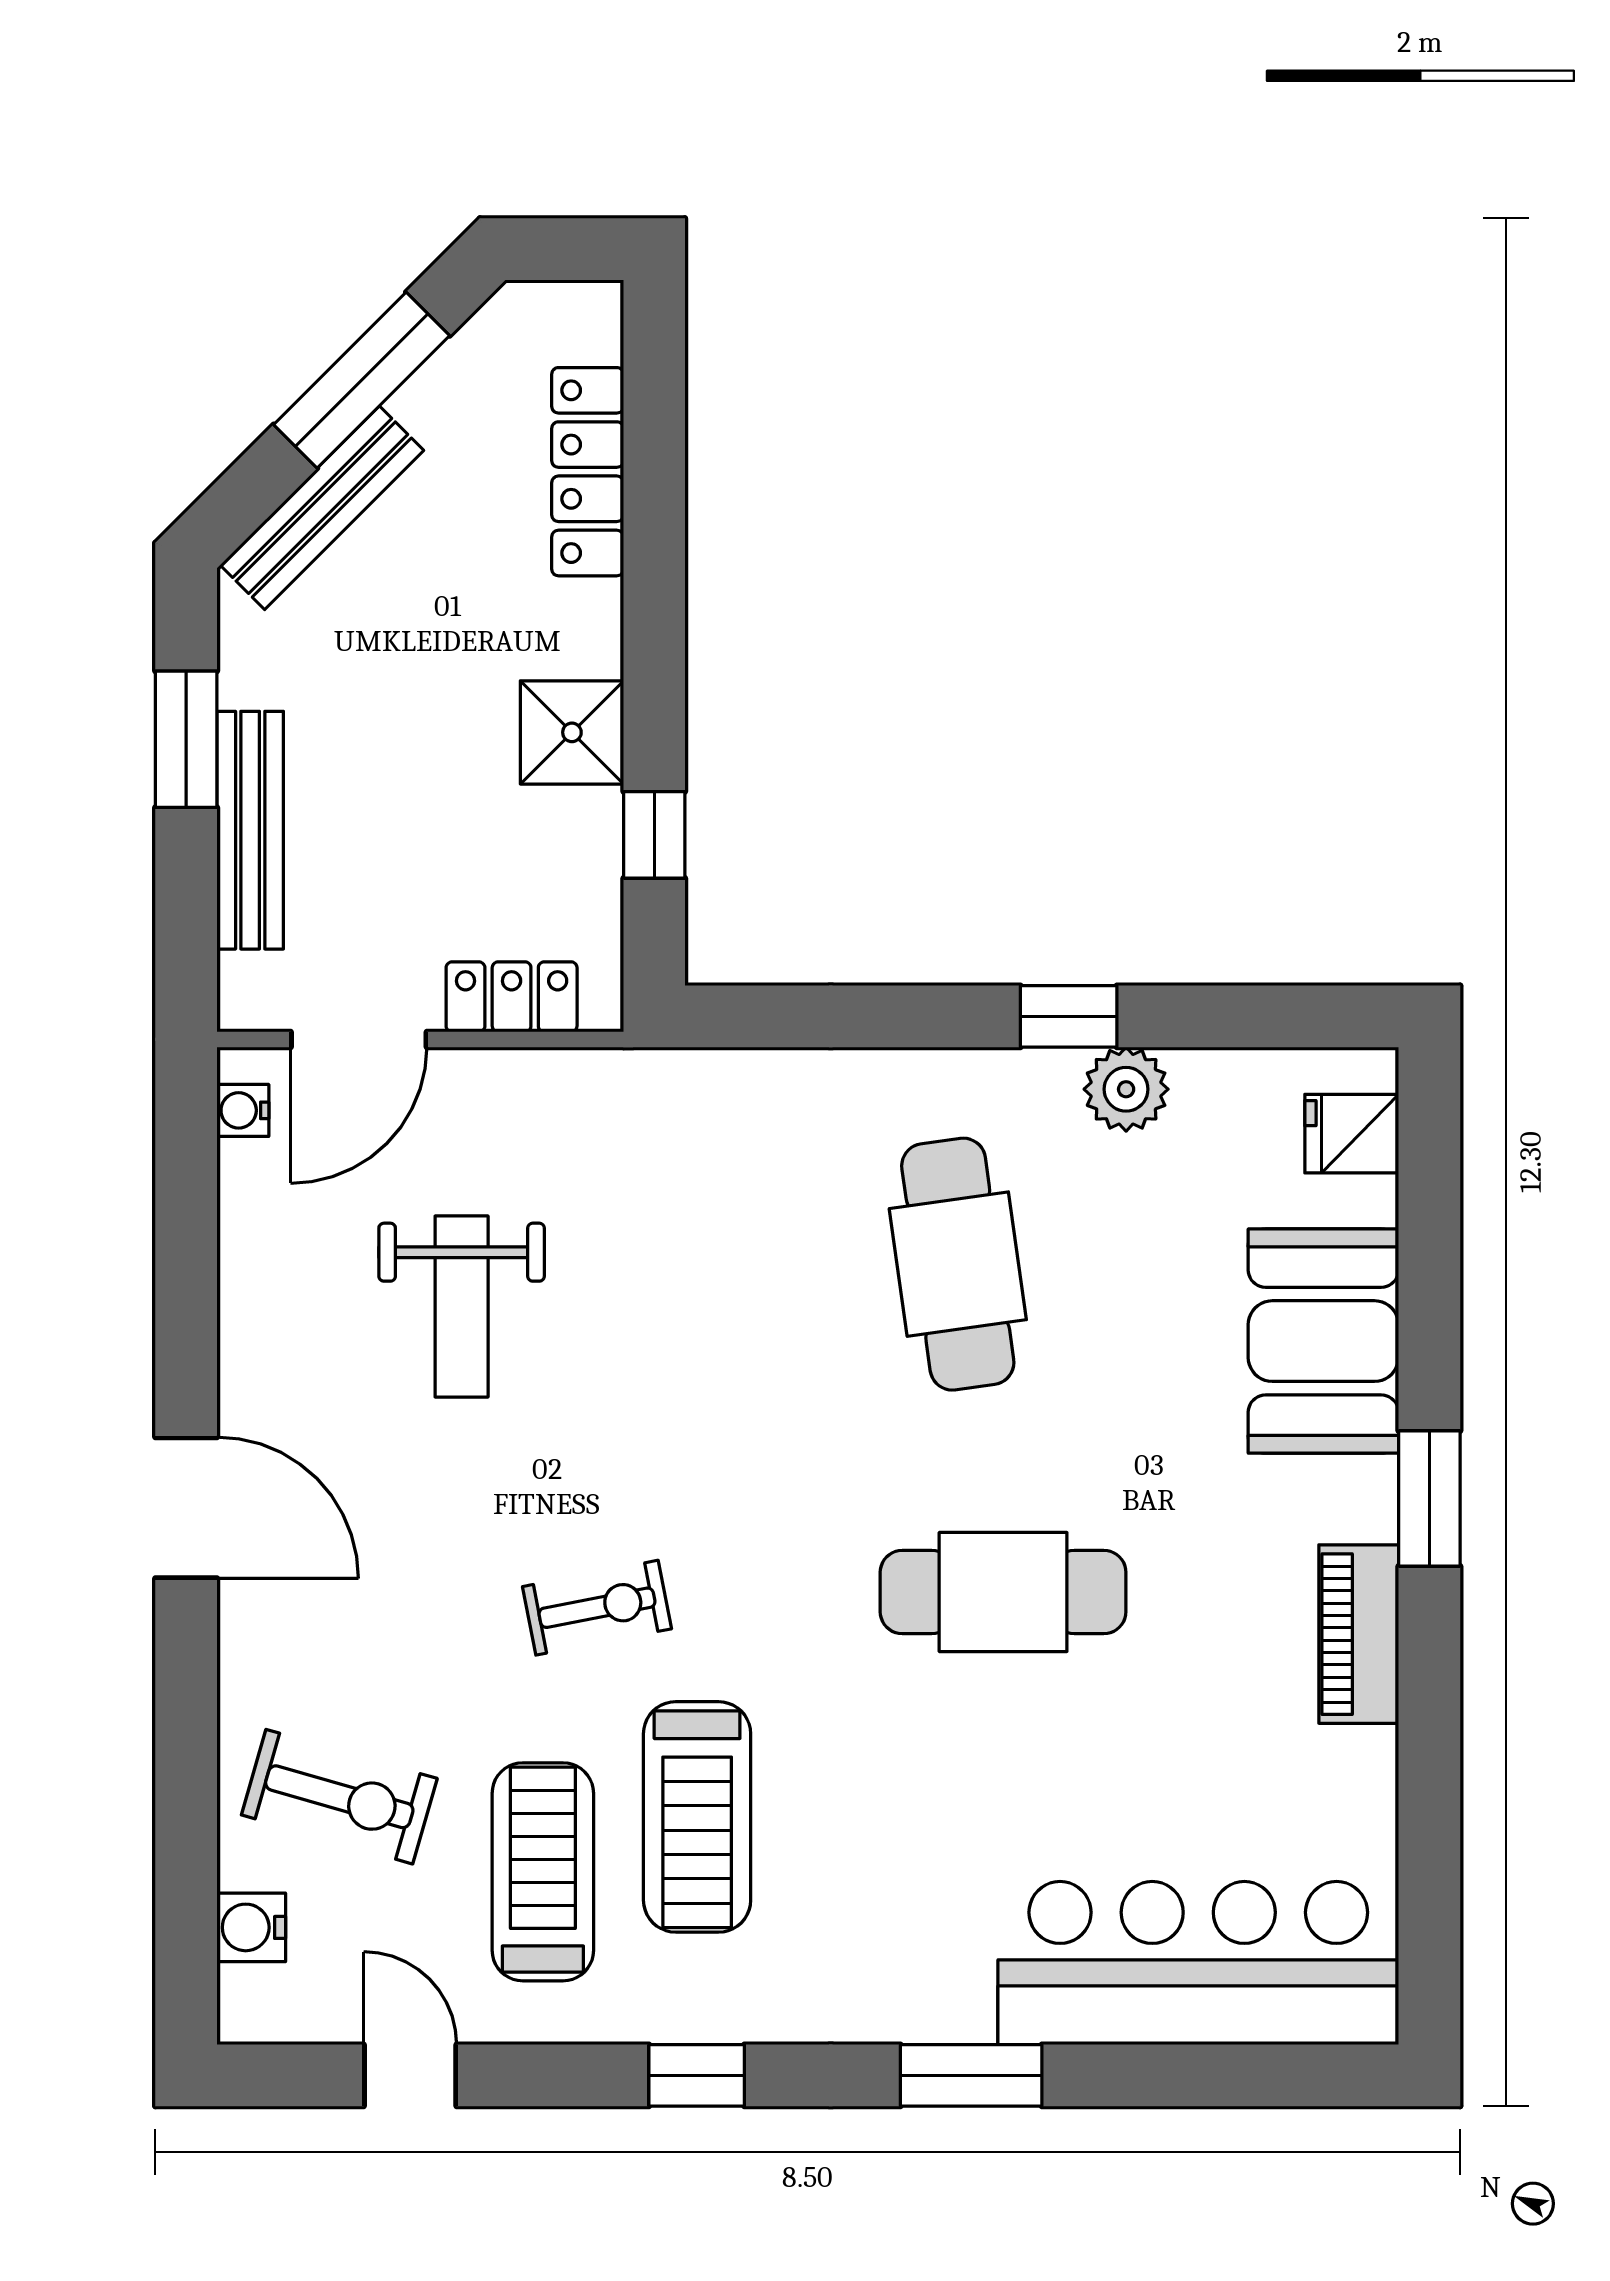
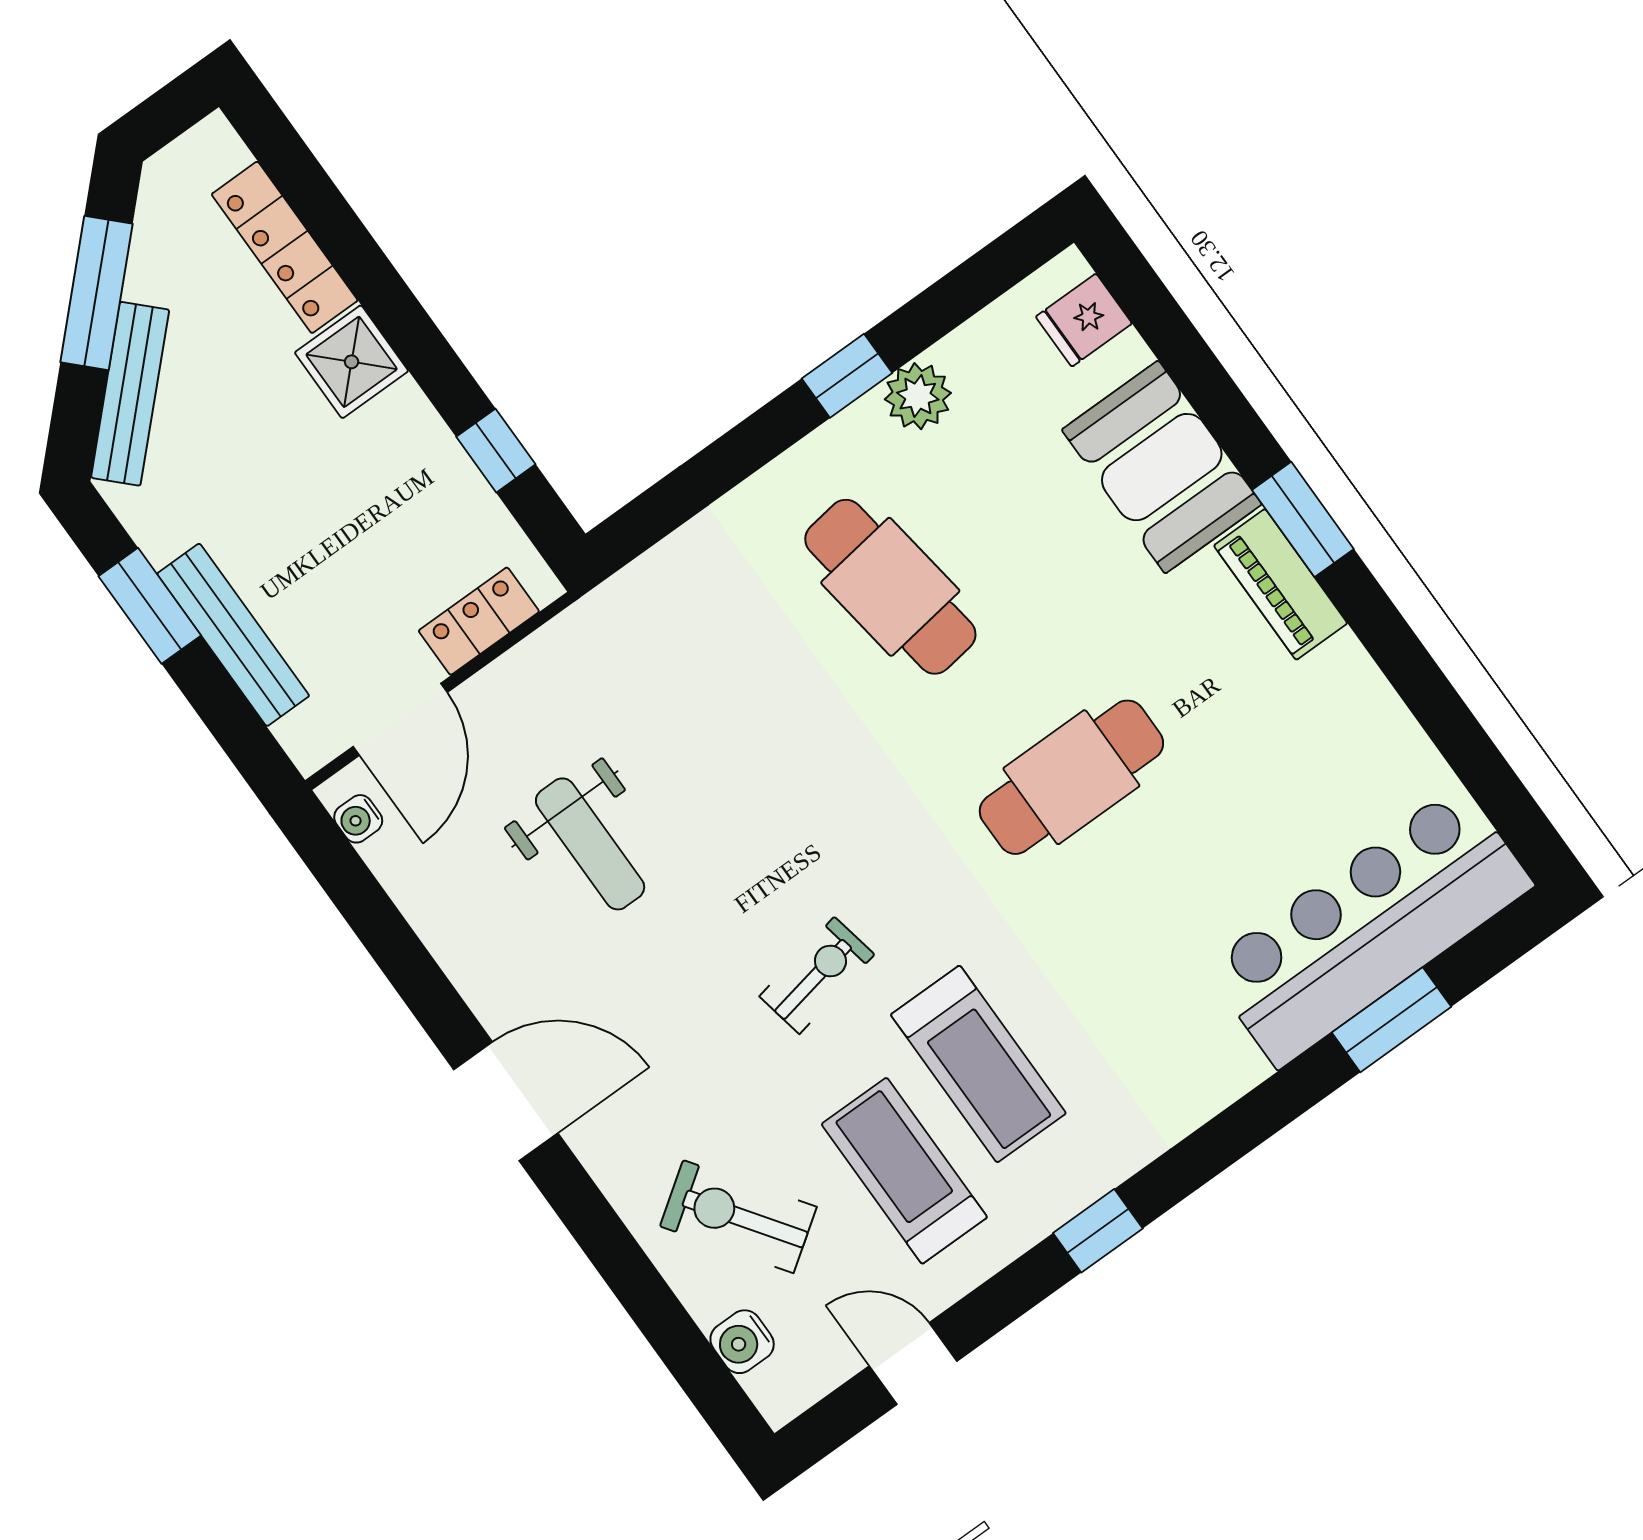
shower: (572, 732) -> (352, 362), moved
piano: (1359, 1634) -> (1281, 584), moved
exercise bike: (339, 1797) -> (738, 1217), turned -141
window: (971, 2075) -> (1391, 1020), moved

